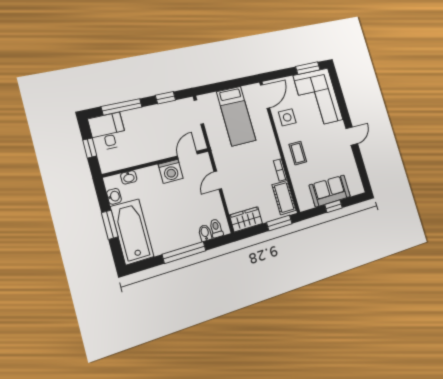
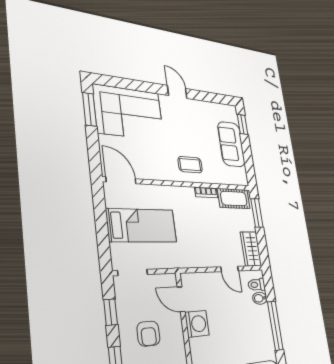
side table: (287, 117) -> (149, 162), removed
armchair: (155, 129) -> (148, 334), added
door: (218, 180) -> (230, 269), moved
window: (334, 206) -> (242, 124), moved

